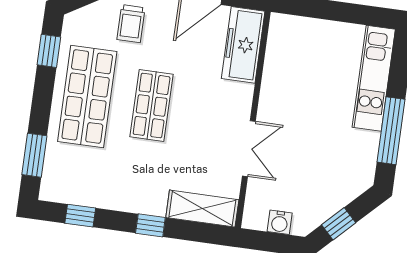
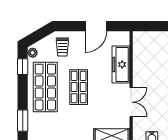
plant: (72, 27) -> (33, 53), added
freezer: (243, 45) -> (121, 65), moved

